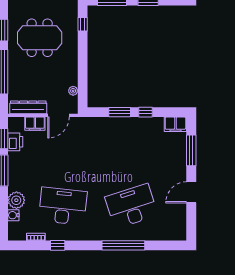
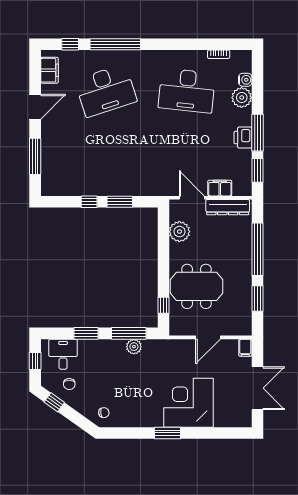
meeting table: (40, 38) -> (196, 286), moved
plant: (73, 91) -> (179, 232), width x1.87, depth x1.87
door: (59, 115) -> (192, 198), hinge flipped
filing cabinet: (175, 124) -> (49, 70), moved, turned 90
printer: (15, 142) -> (243, 138), moved
window: (58, 245) -> (70, 44), moved

